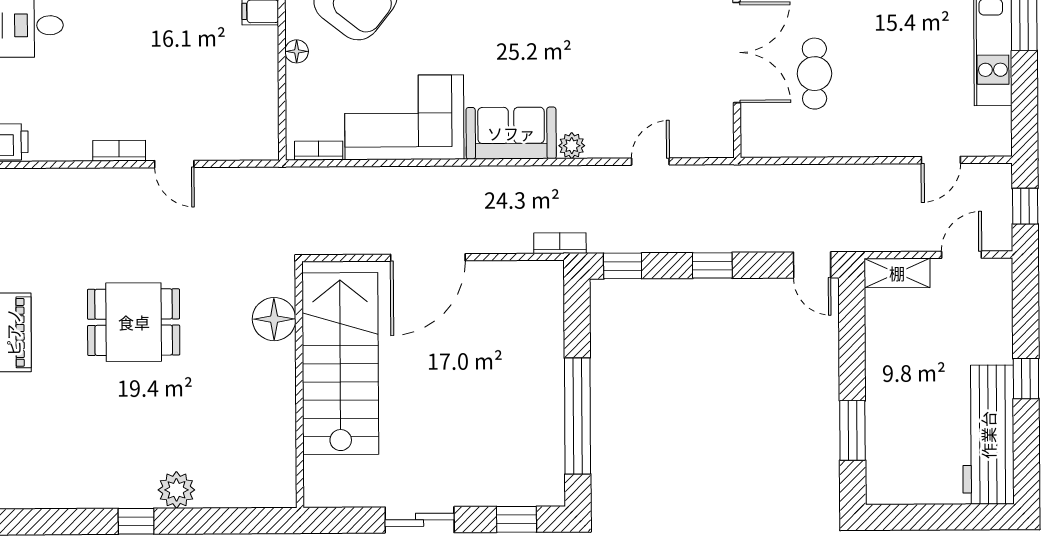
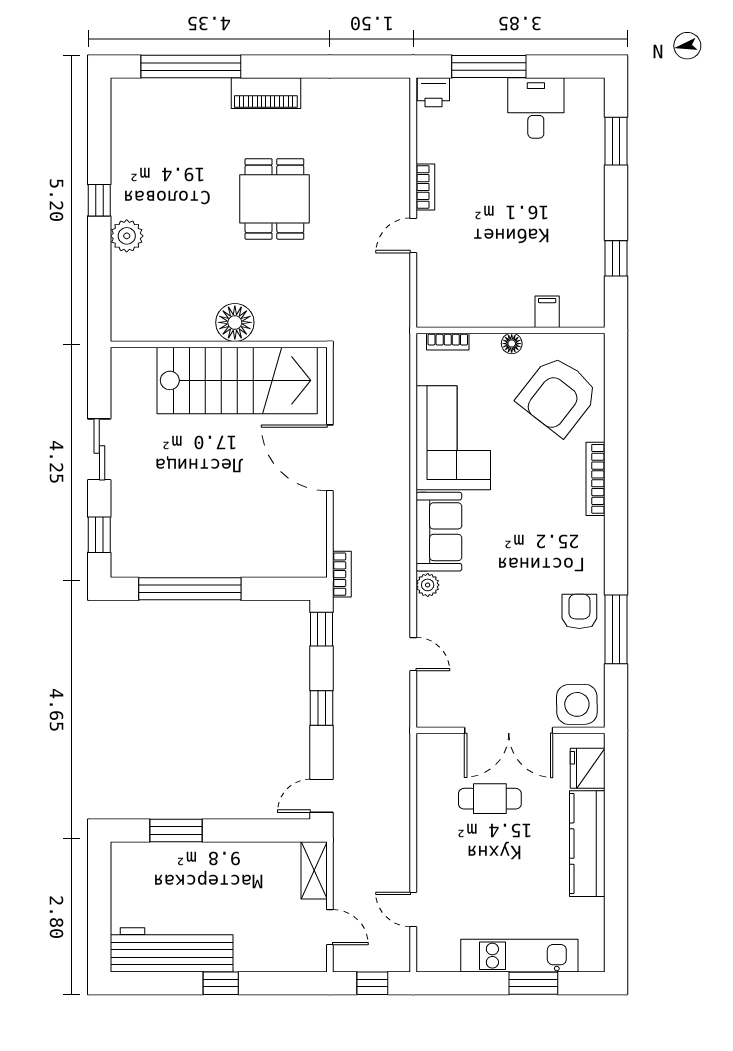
bookcase: (319, 151) -> (448, 342), moved, turned 90
floor lamp: (274, 319) -> (235, 322), moved

